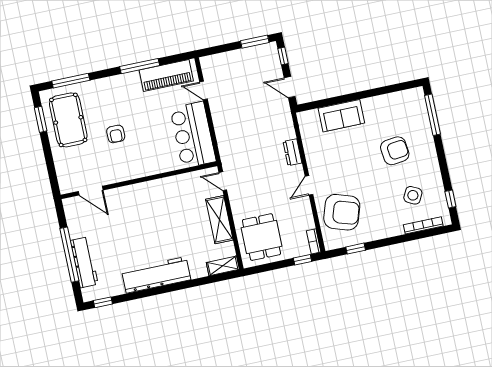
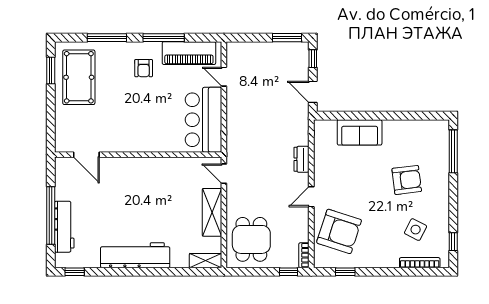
window: (71, 81) -> (107, 38), moved
armchair: (116, 134) -> (144, 68), moved

